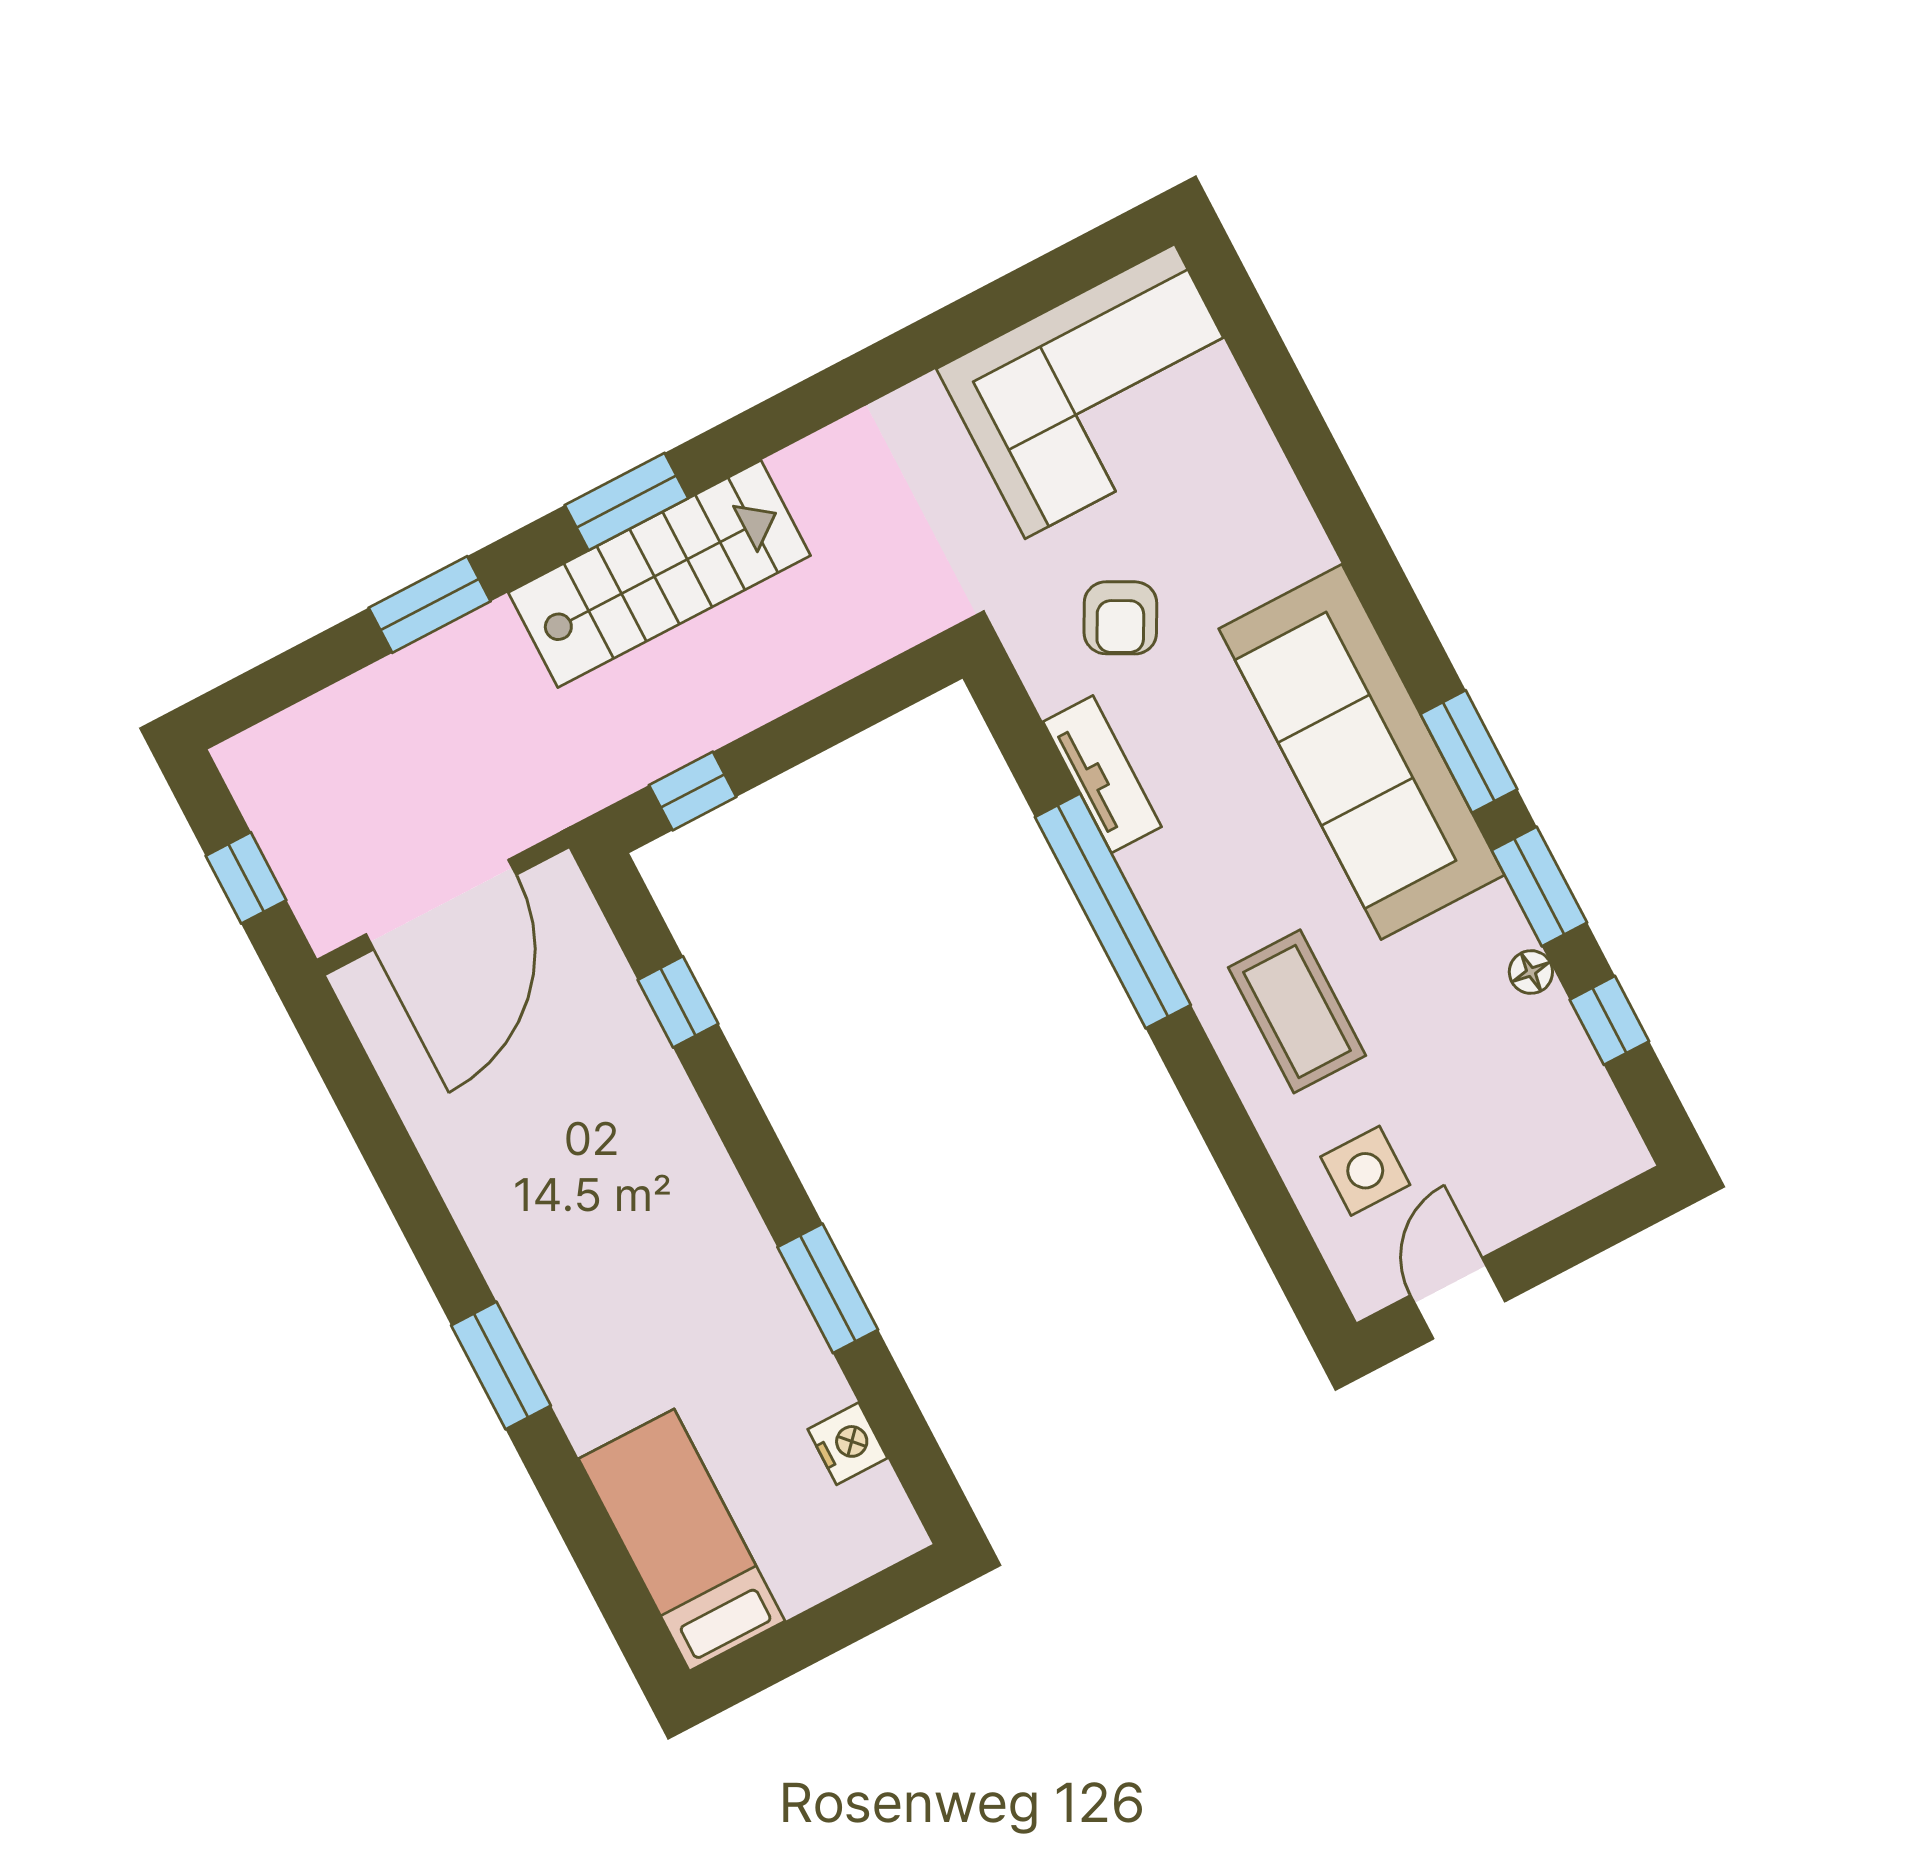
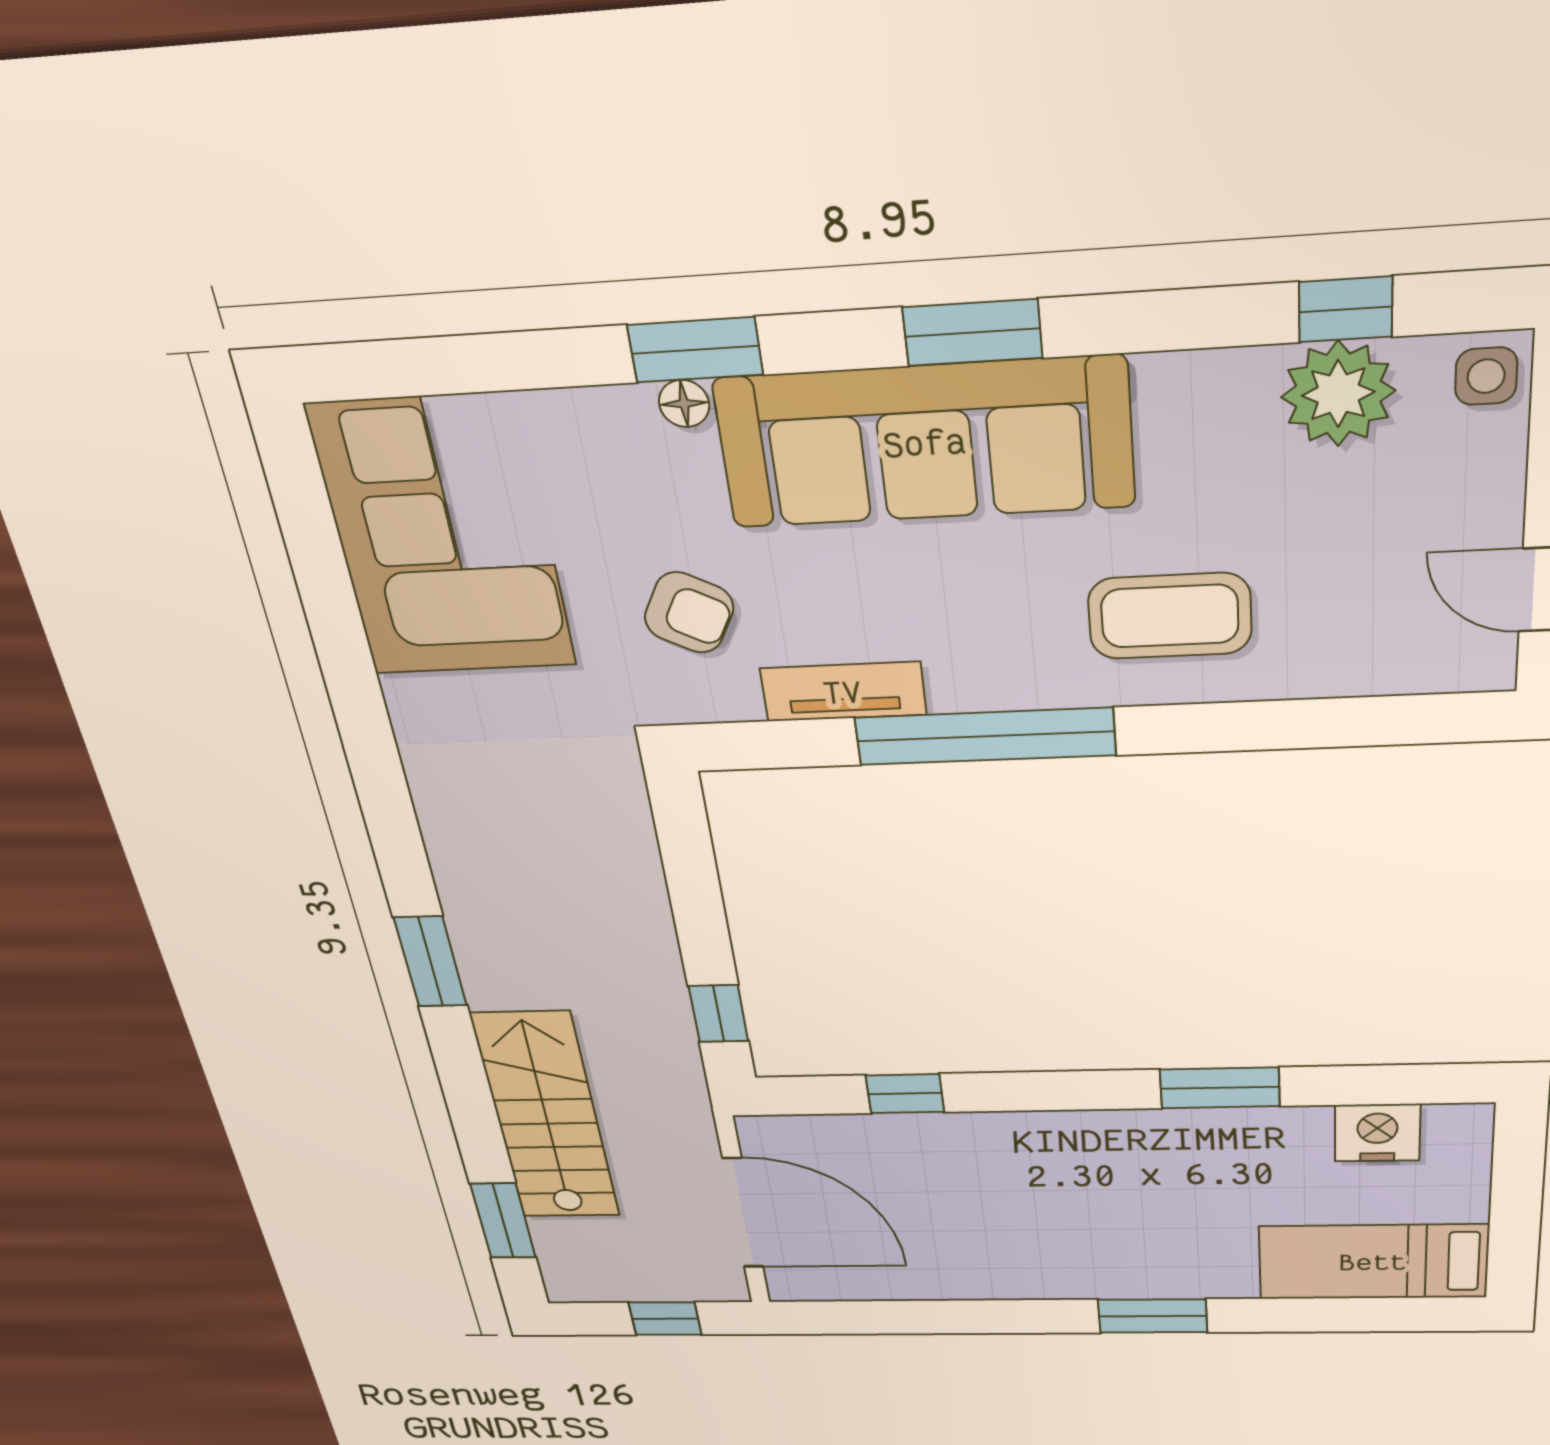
stairs: (659, 574) -> (546, 1117), moved
window: (430, 605) -> (503, 1221), moved
window: (1539, 886) -> (695, 350), moved
floor lamp: (1531, 972) -> (684, 404), moved
plant: (1543, 1049) -> (1338, 394), added
side table: (1365, 1171) -> (1486, 376), moved, width x0.73, depth x0.73
nightstand: (848, 1444) -> (1377, 1133), width x1.36, depth x1.33

